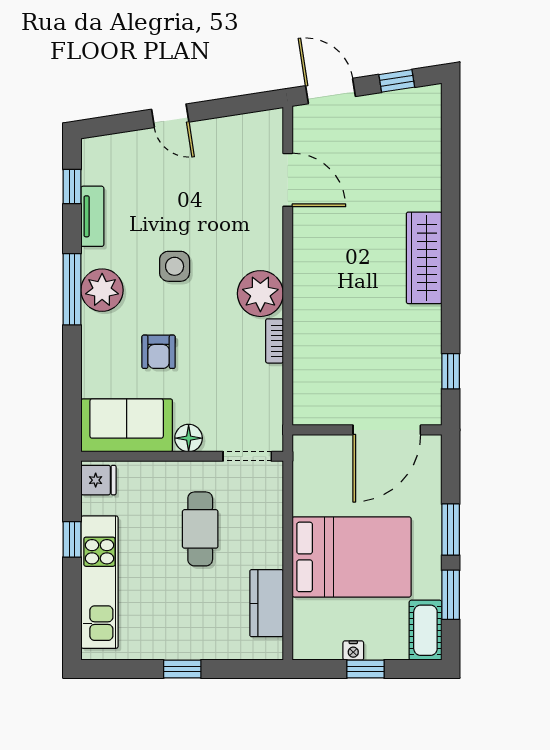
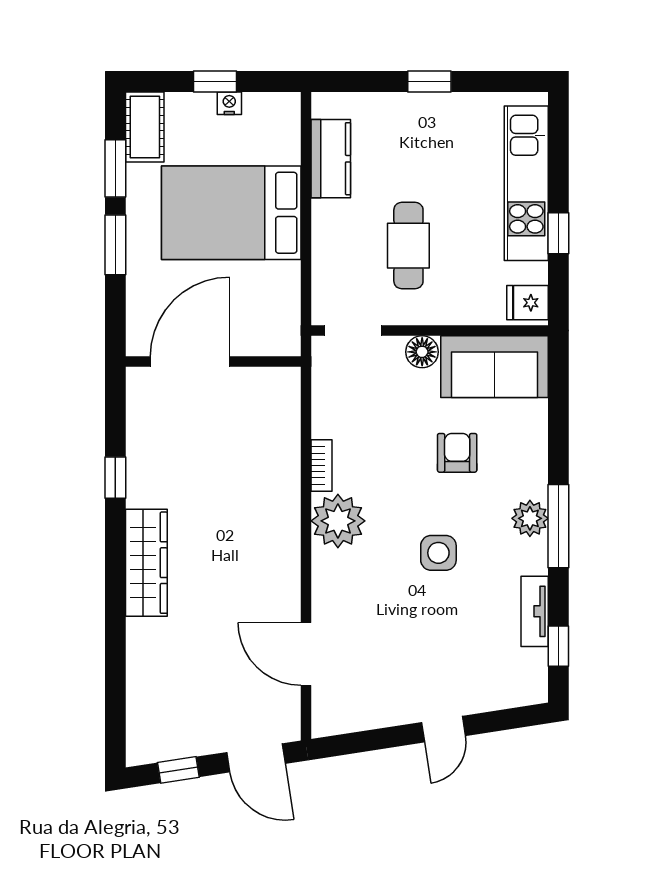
door: (170, 116) -> (443, 729), swing flipped
plant: (102, 290) -> (530, 518), width x0.73, depth x0.73
window: (451, 371) -> (115, 478), moved

